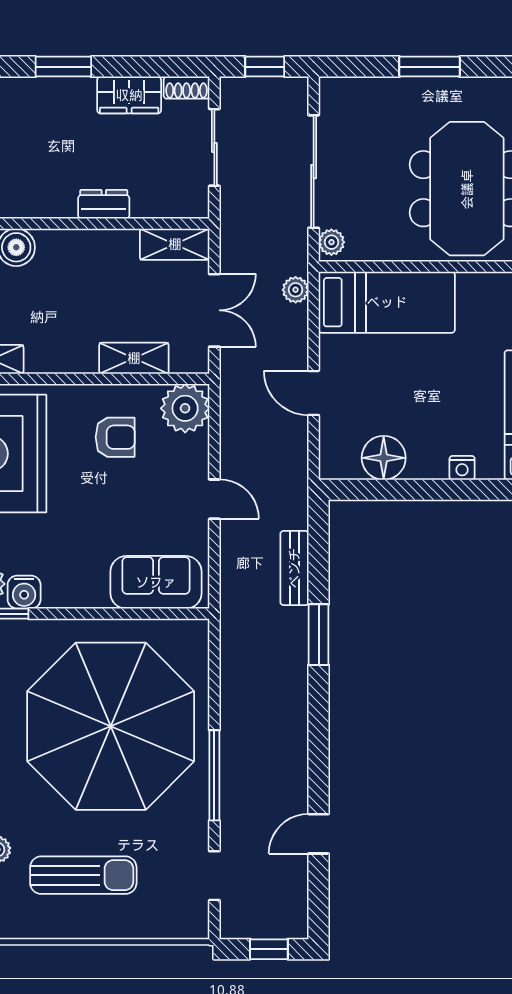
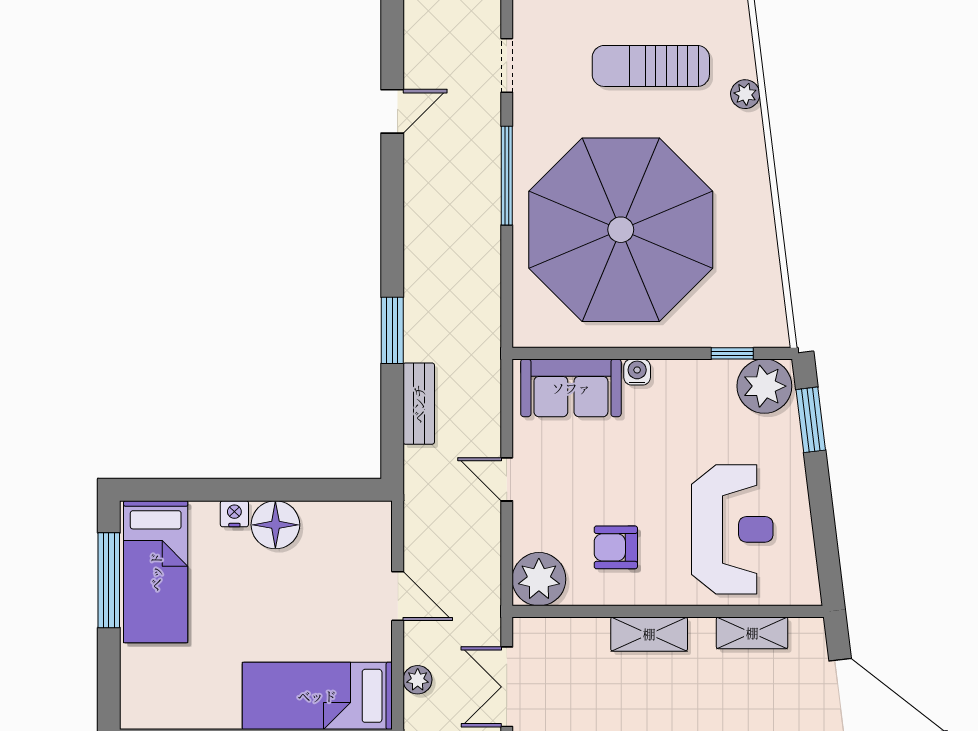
plant: (296, 290) -> (418, 680), moved
shelving: (134, 358) -> (649, 634), moved
floor lamp: (384, 458) -> (275, 525), moved
water cooler: (24, 592) -> (637, 372), moved, width x0.72, depth x0.72

